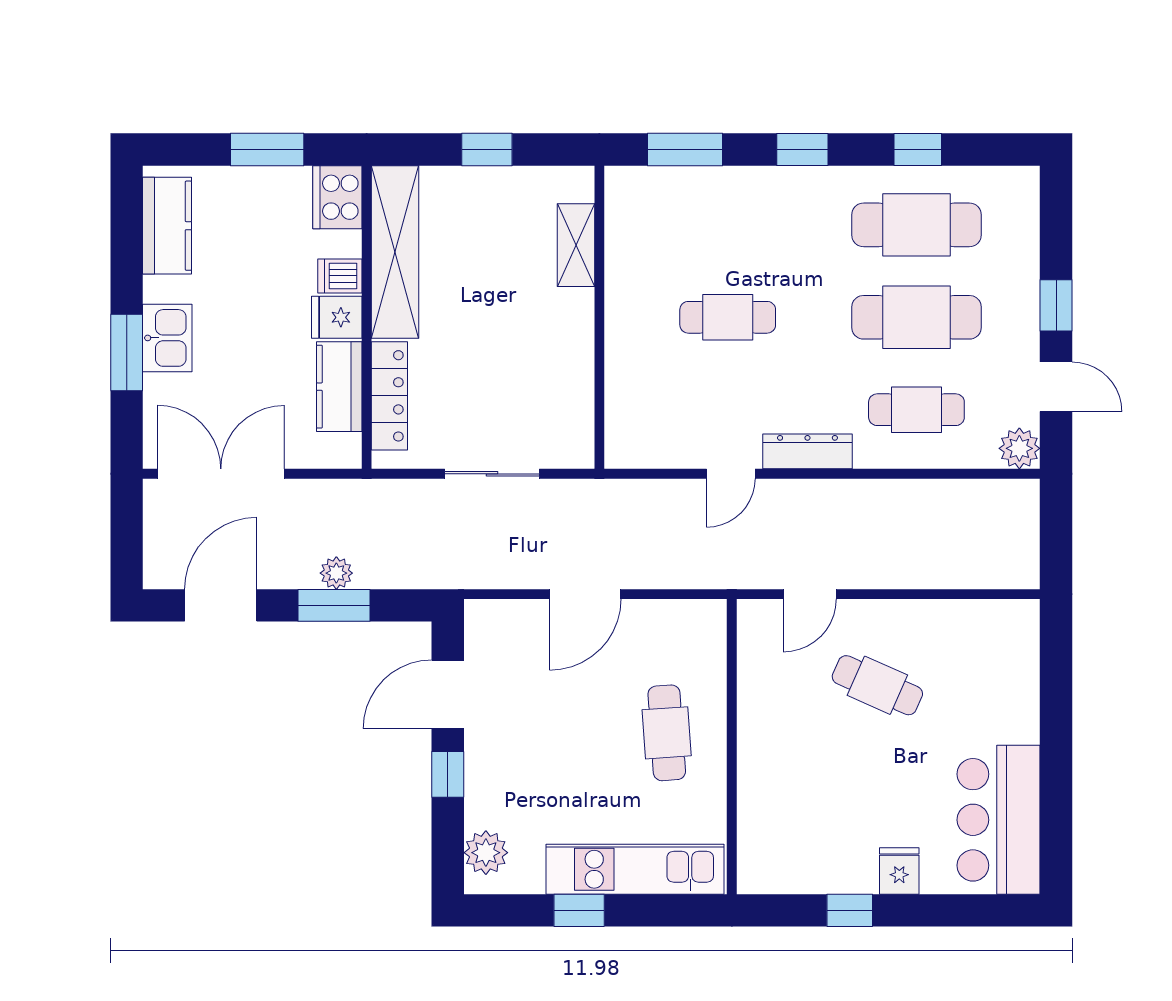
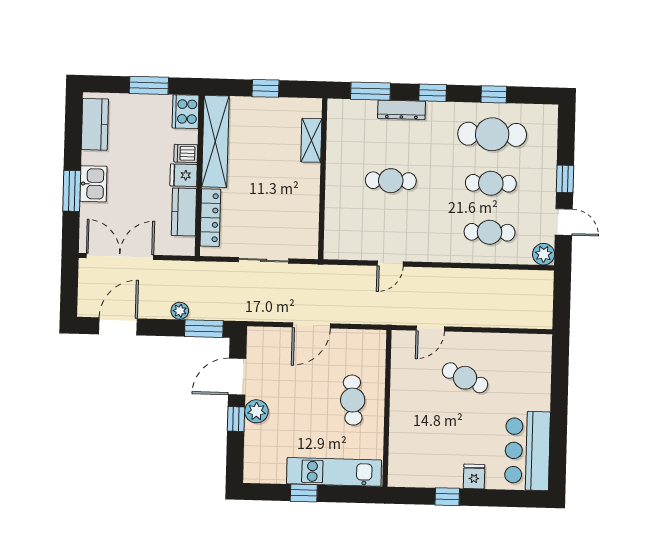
cafe table: (916, 317) -> (491, 183), width x0.73, depth x0.74
dresser: (807, 451) -> (402, 110), moved, turned 180
window: (334, 605) -> (204, 329), moved
plant: (486, 853) -> (256, 411), moved

